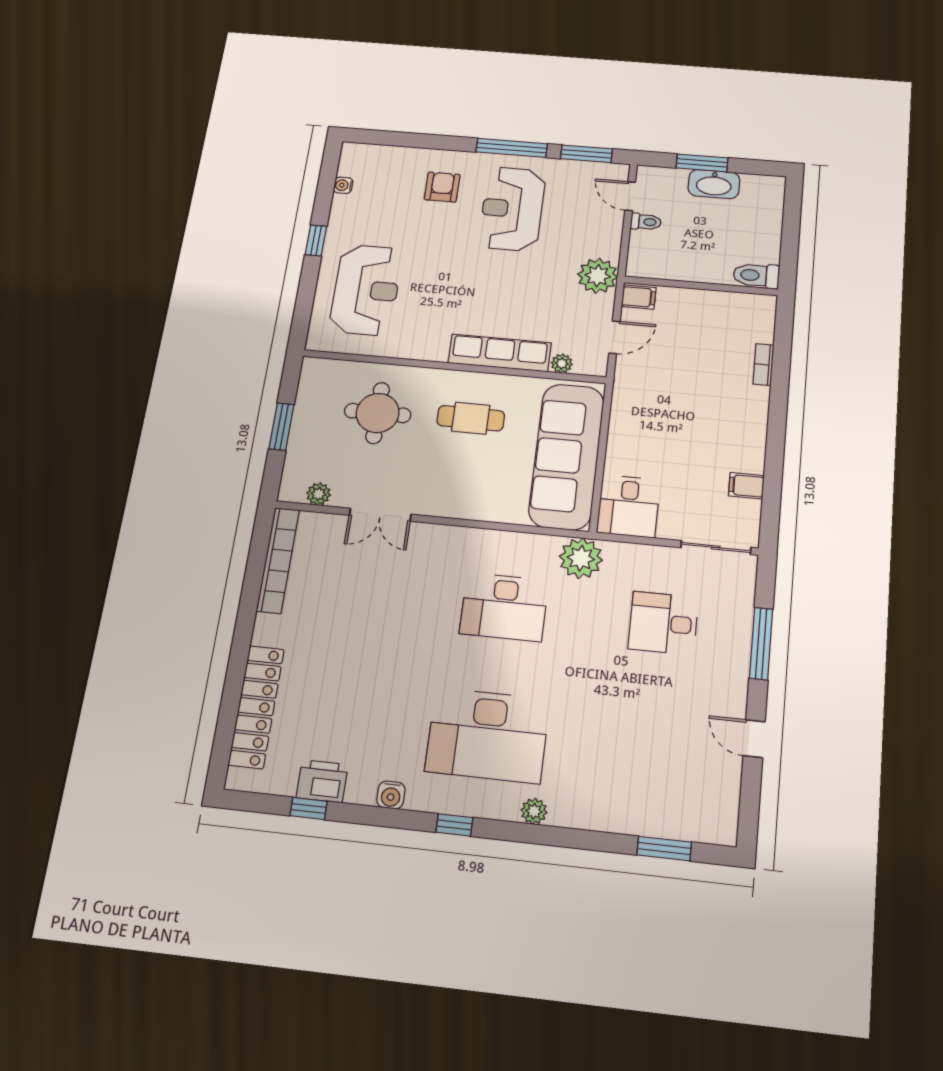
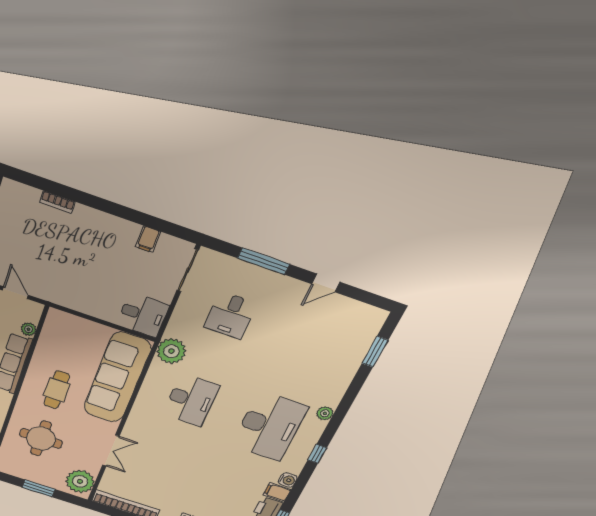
sofa: (567, 456) -> (117, 378), moved, turned 90
plant: (319, 494) -> (80, 481), width x1.88, depth x1.88
filing cabinet: (362, 786) -> (277, 492), added

